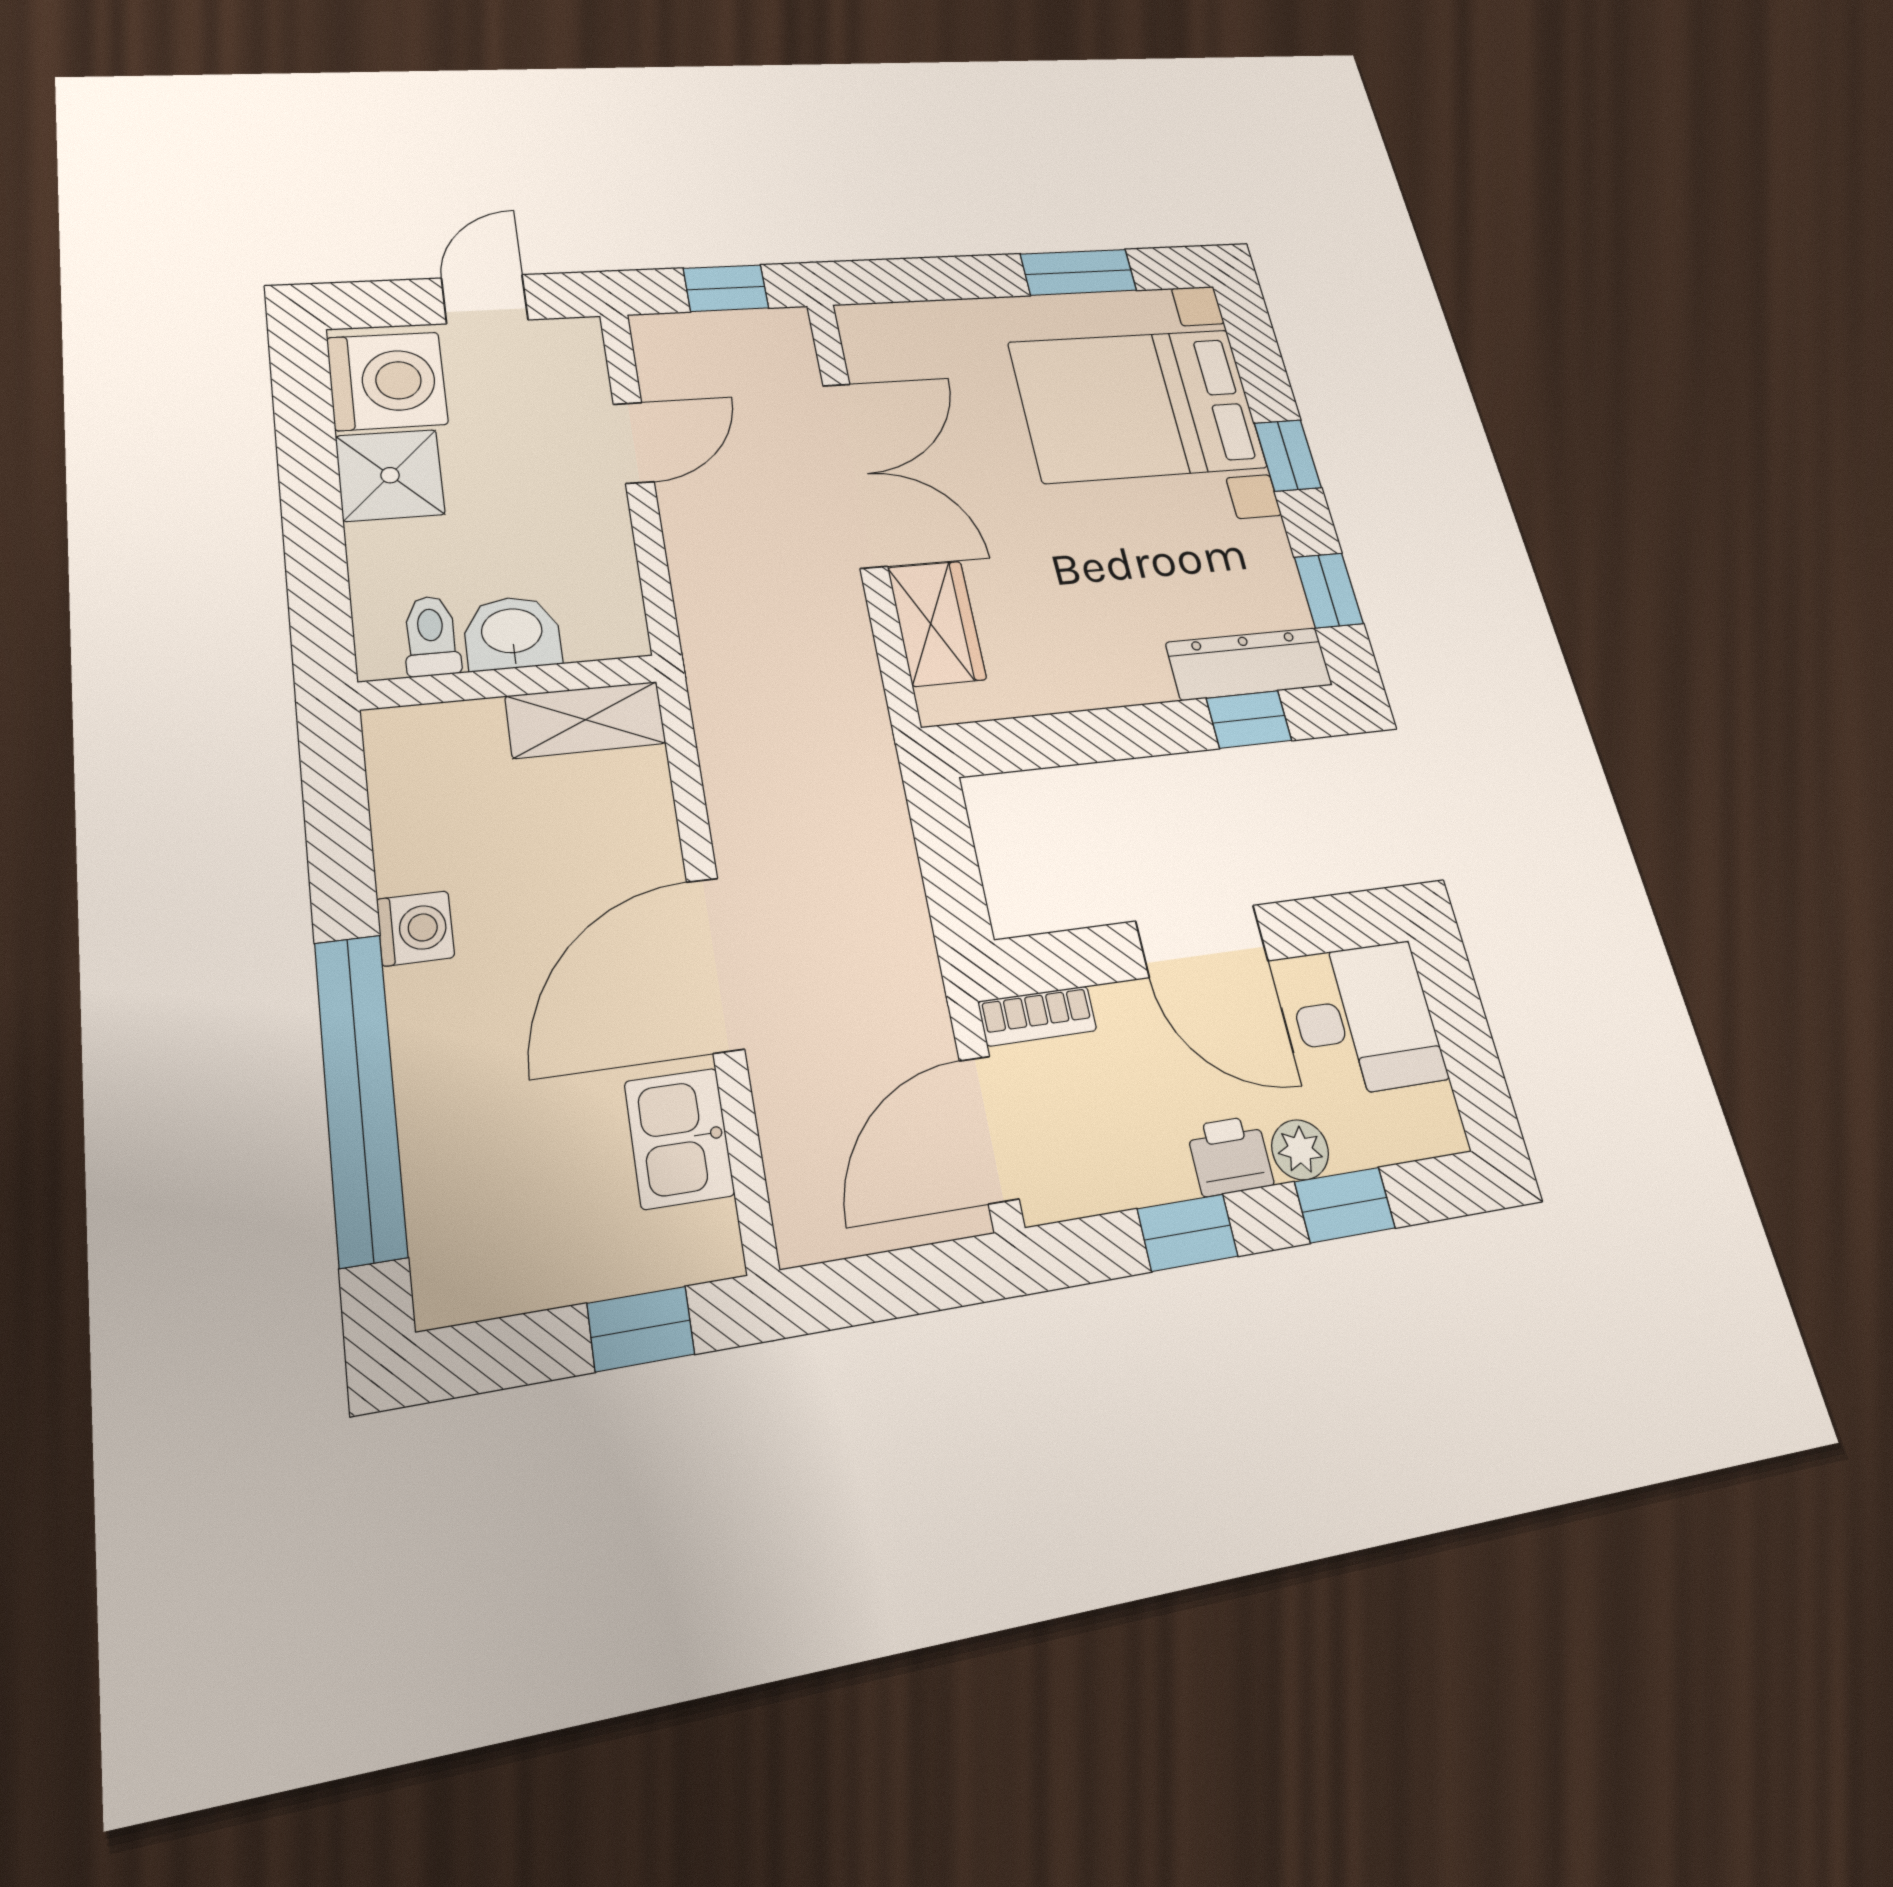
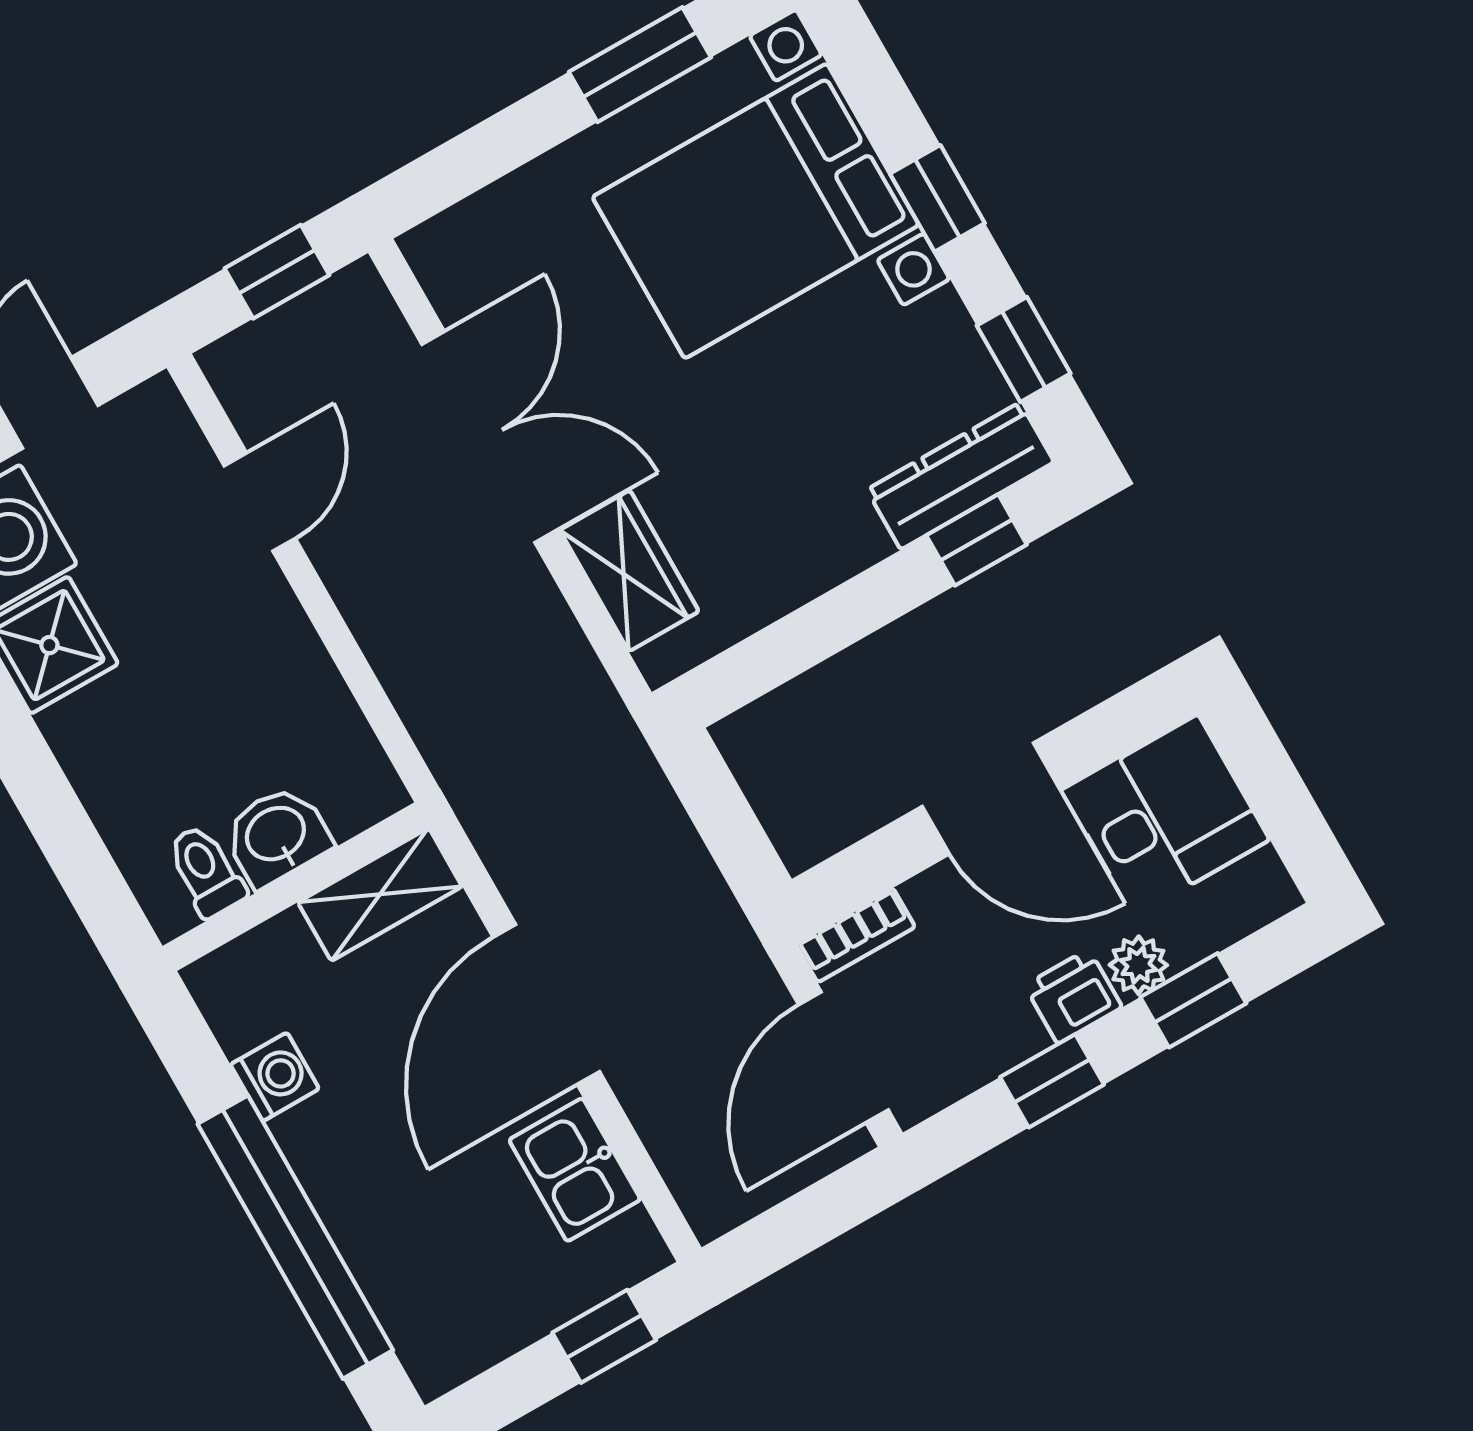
washbasin: (512, 633) -> (277, 836), moved
toilet: (431, 636) -> (206, 871), moved
wall: (509, 682) -> (296, 887), moved
shelving: (586, 720) -> (380, 894), moved

